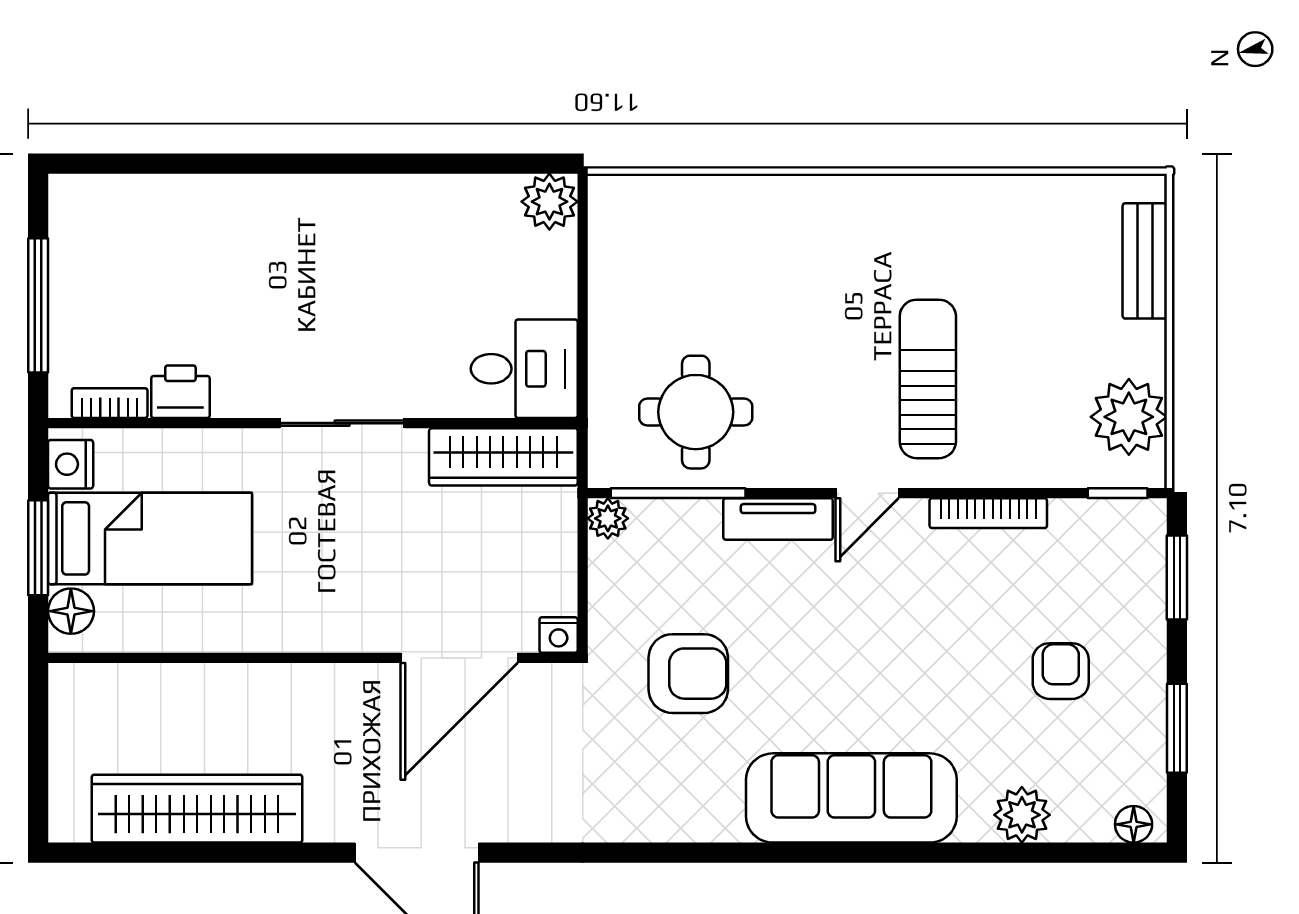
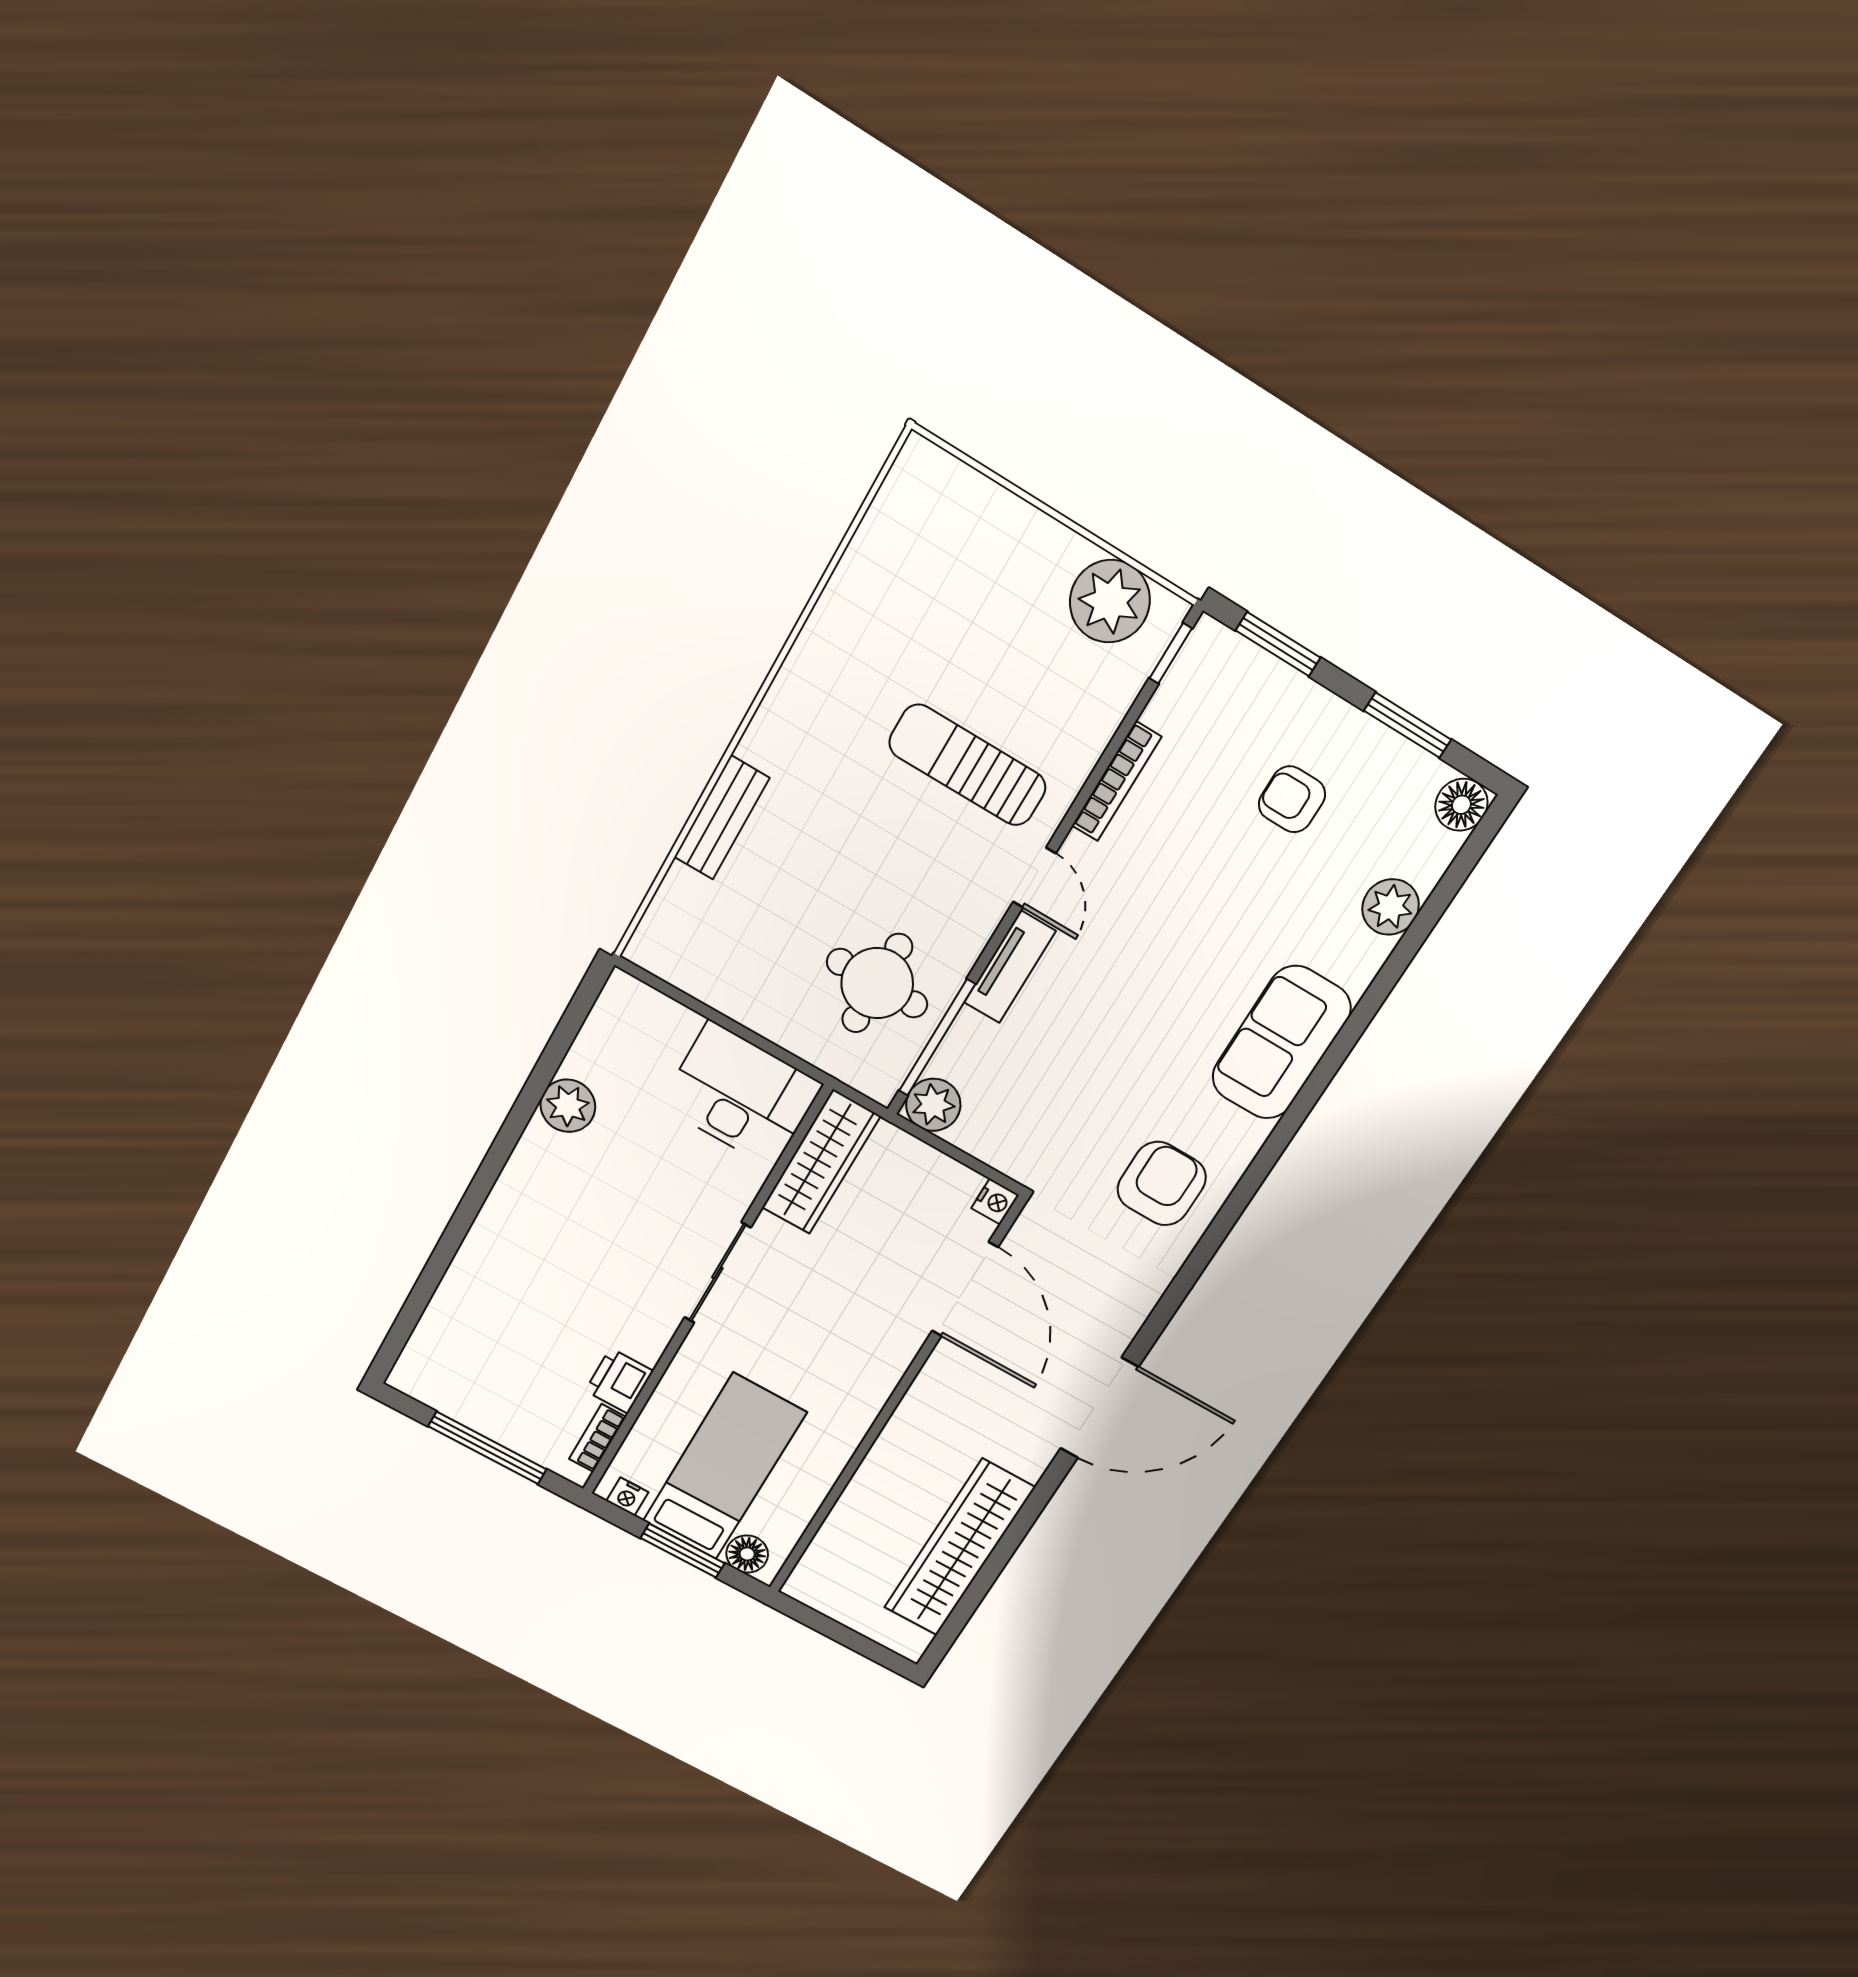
plant: (549, 202) -> (568, 1106), moved
bench: (1145, 261) -> (722, 818), moved, turned 90
desk: (524, 369) -> (741, 1095), width x1.37
nightstand: (71, 464) -> (627, 1497), width x0.72, depth x0.74
plant: (608, 518) -> (933, 1105), width x1.38, depth x1.38
armchair: (688, 674) -> (1162, 1184), moved
sofa: (851, 798) -> (1281, 1043), width x0.73
floor lamp: (1134, 824) -> (1461, 805), width x1.37, depth x1.37

